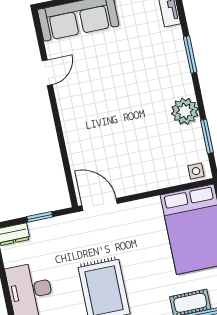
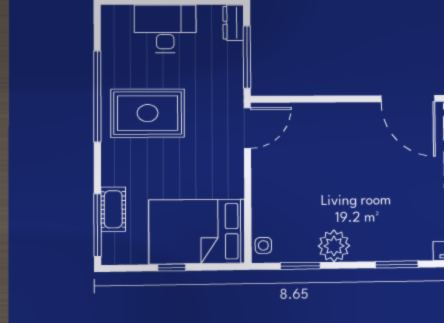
door: (47, 73) -> (408, 99), width x1.87
window: (40, 217) -> (247, 57), width x2.17

